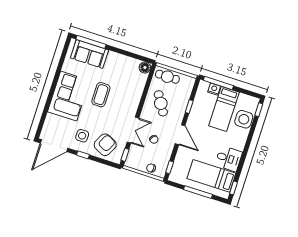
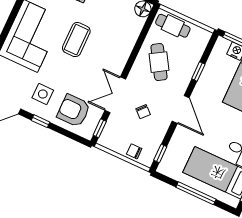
double door: (133, 130) -> (115, 95), swing flipped
armchair: (105, 145) -> (74, 111), turned -117

